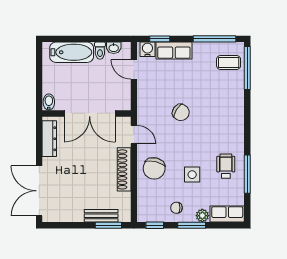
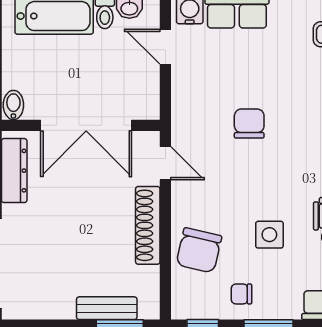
chair: (181, 112) -> (249, 124), turned -123
chair: (154, 168) -> (199, 250), moved
plant: (202, 216) -> (288, 308), removed

